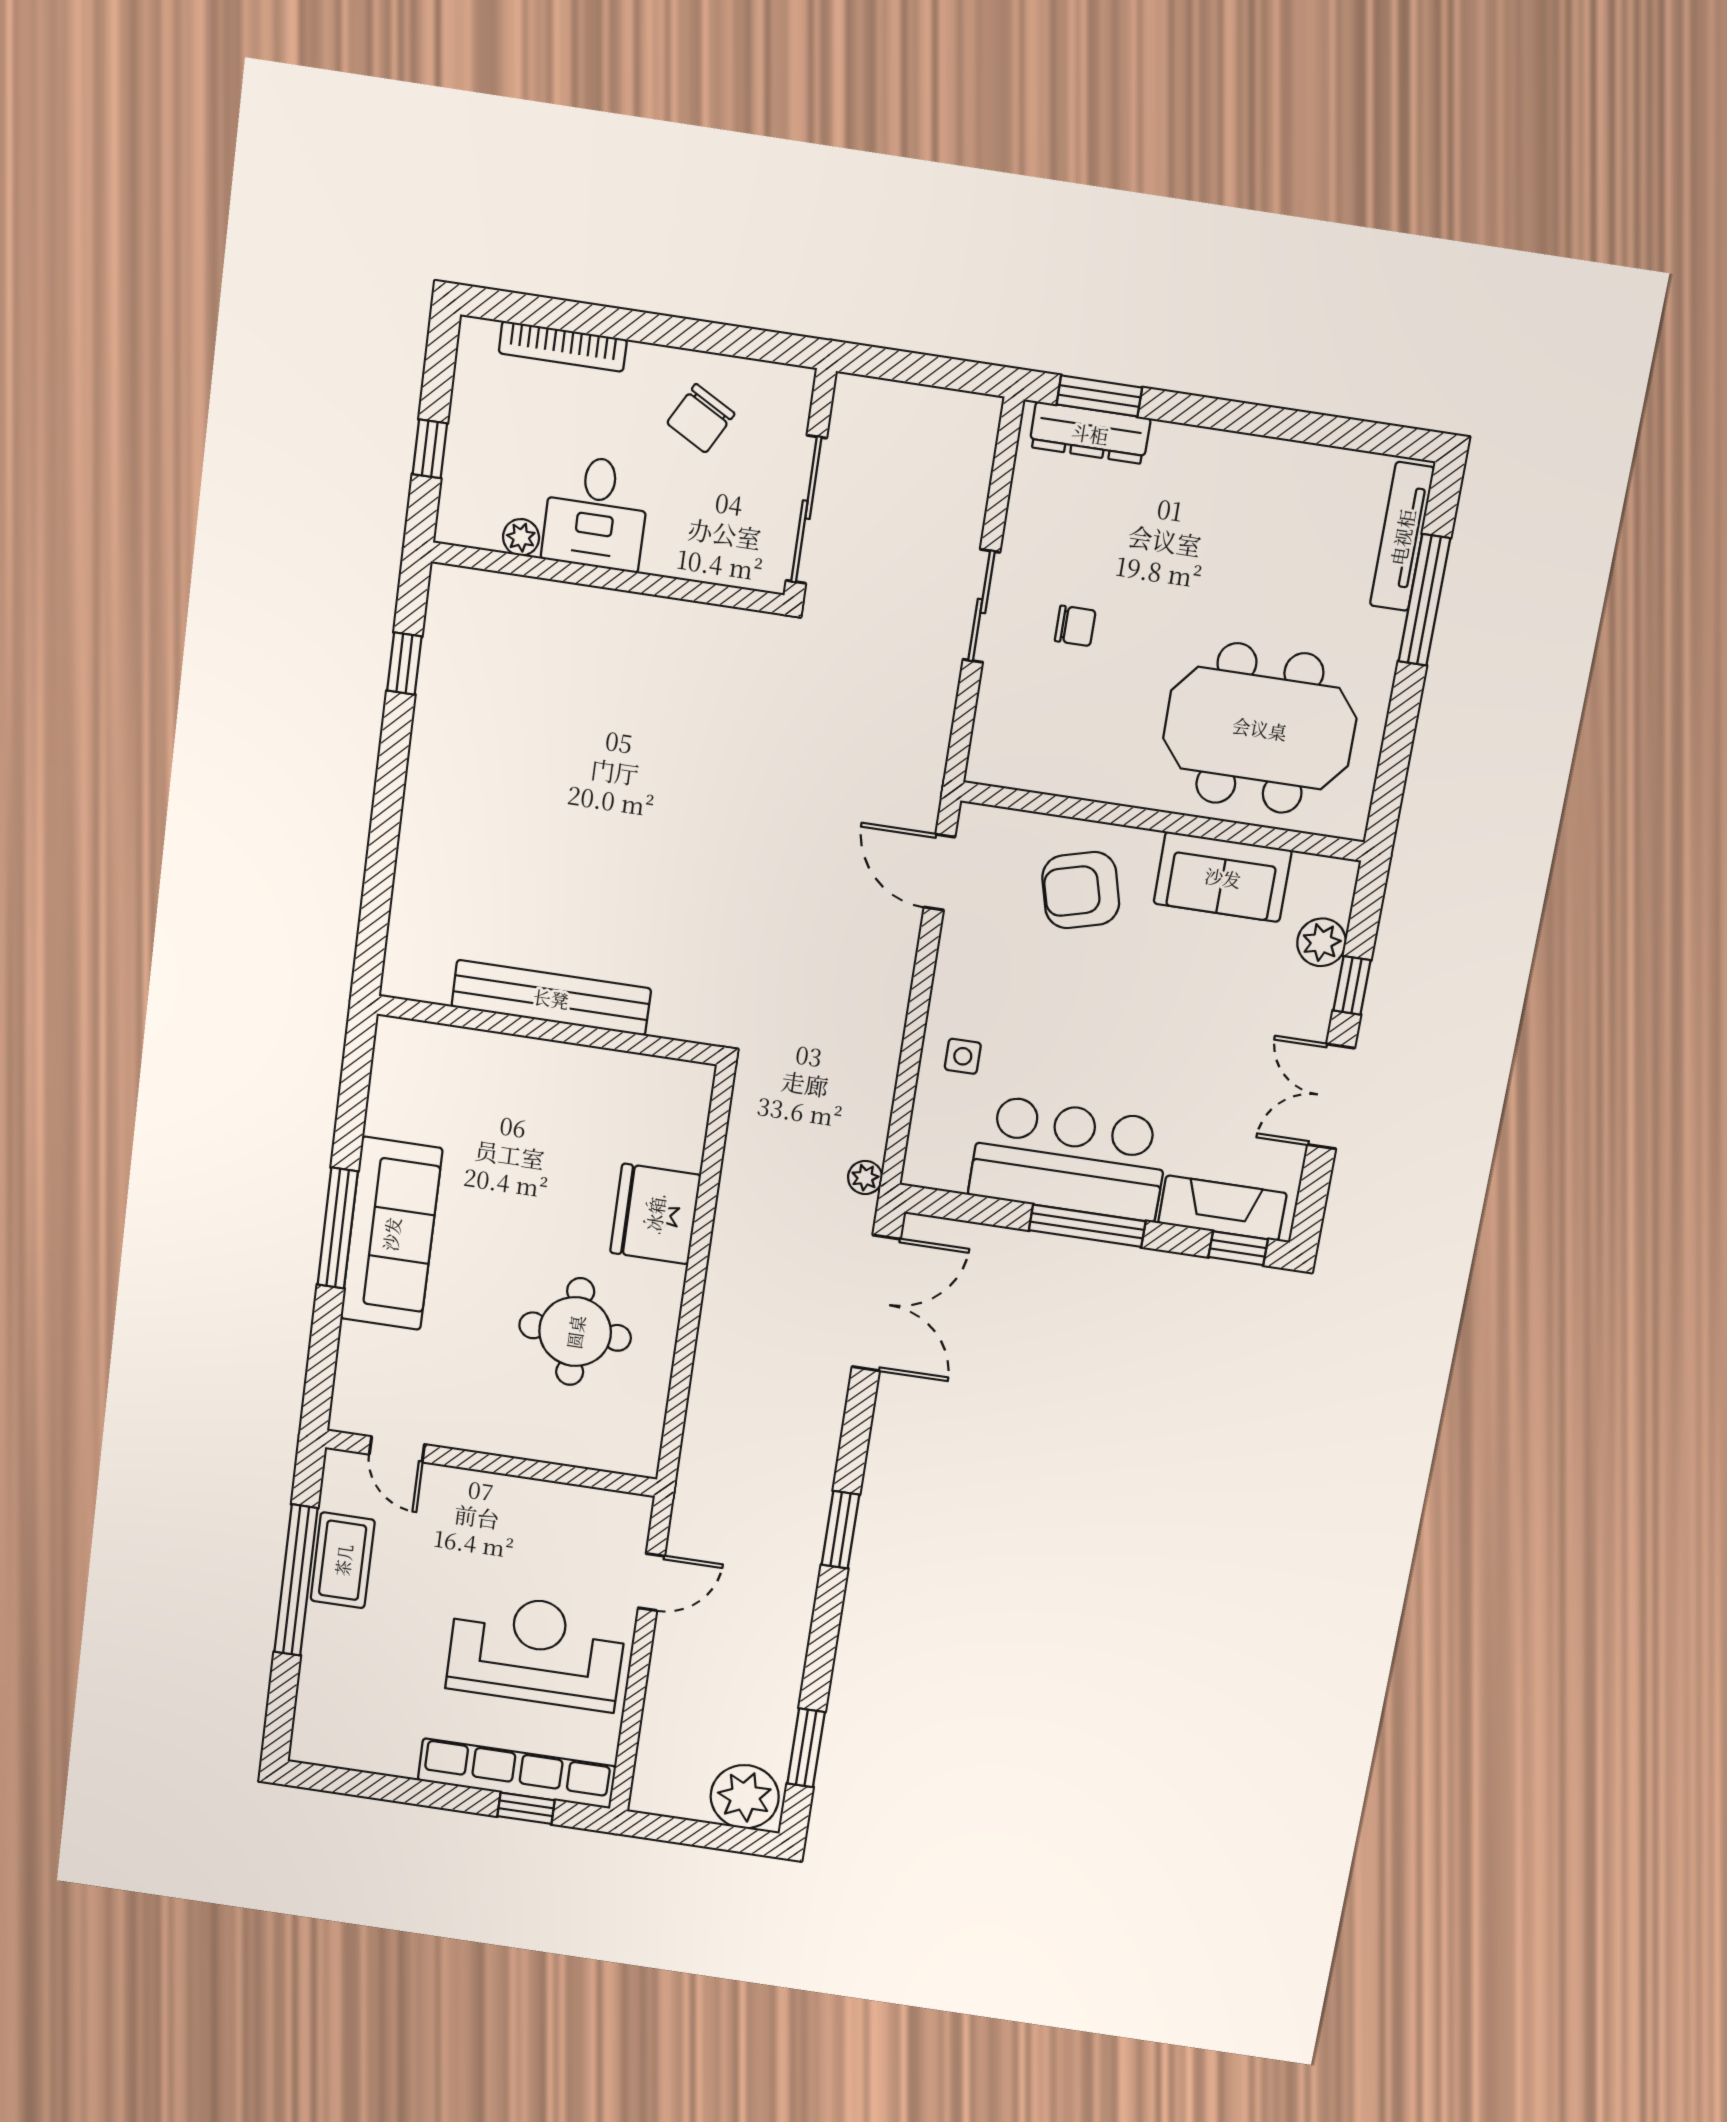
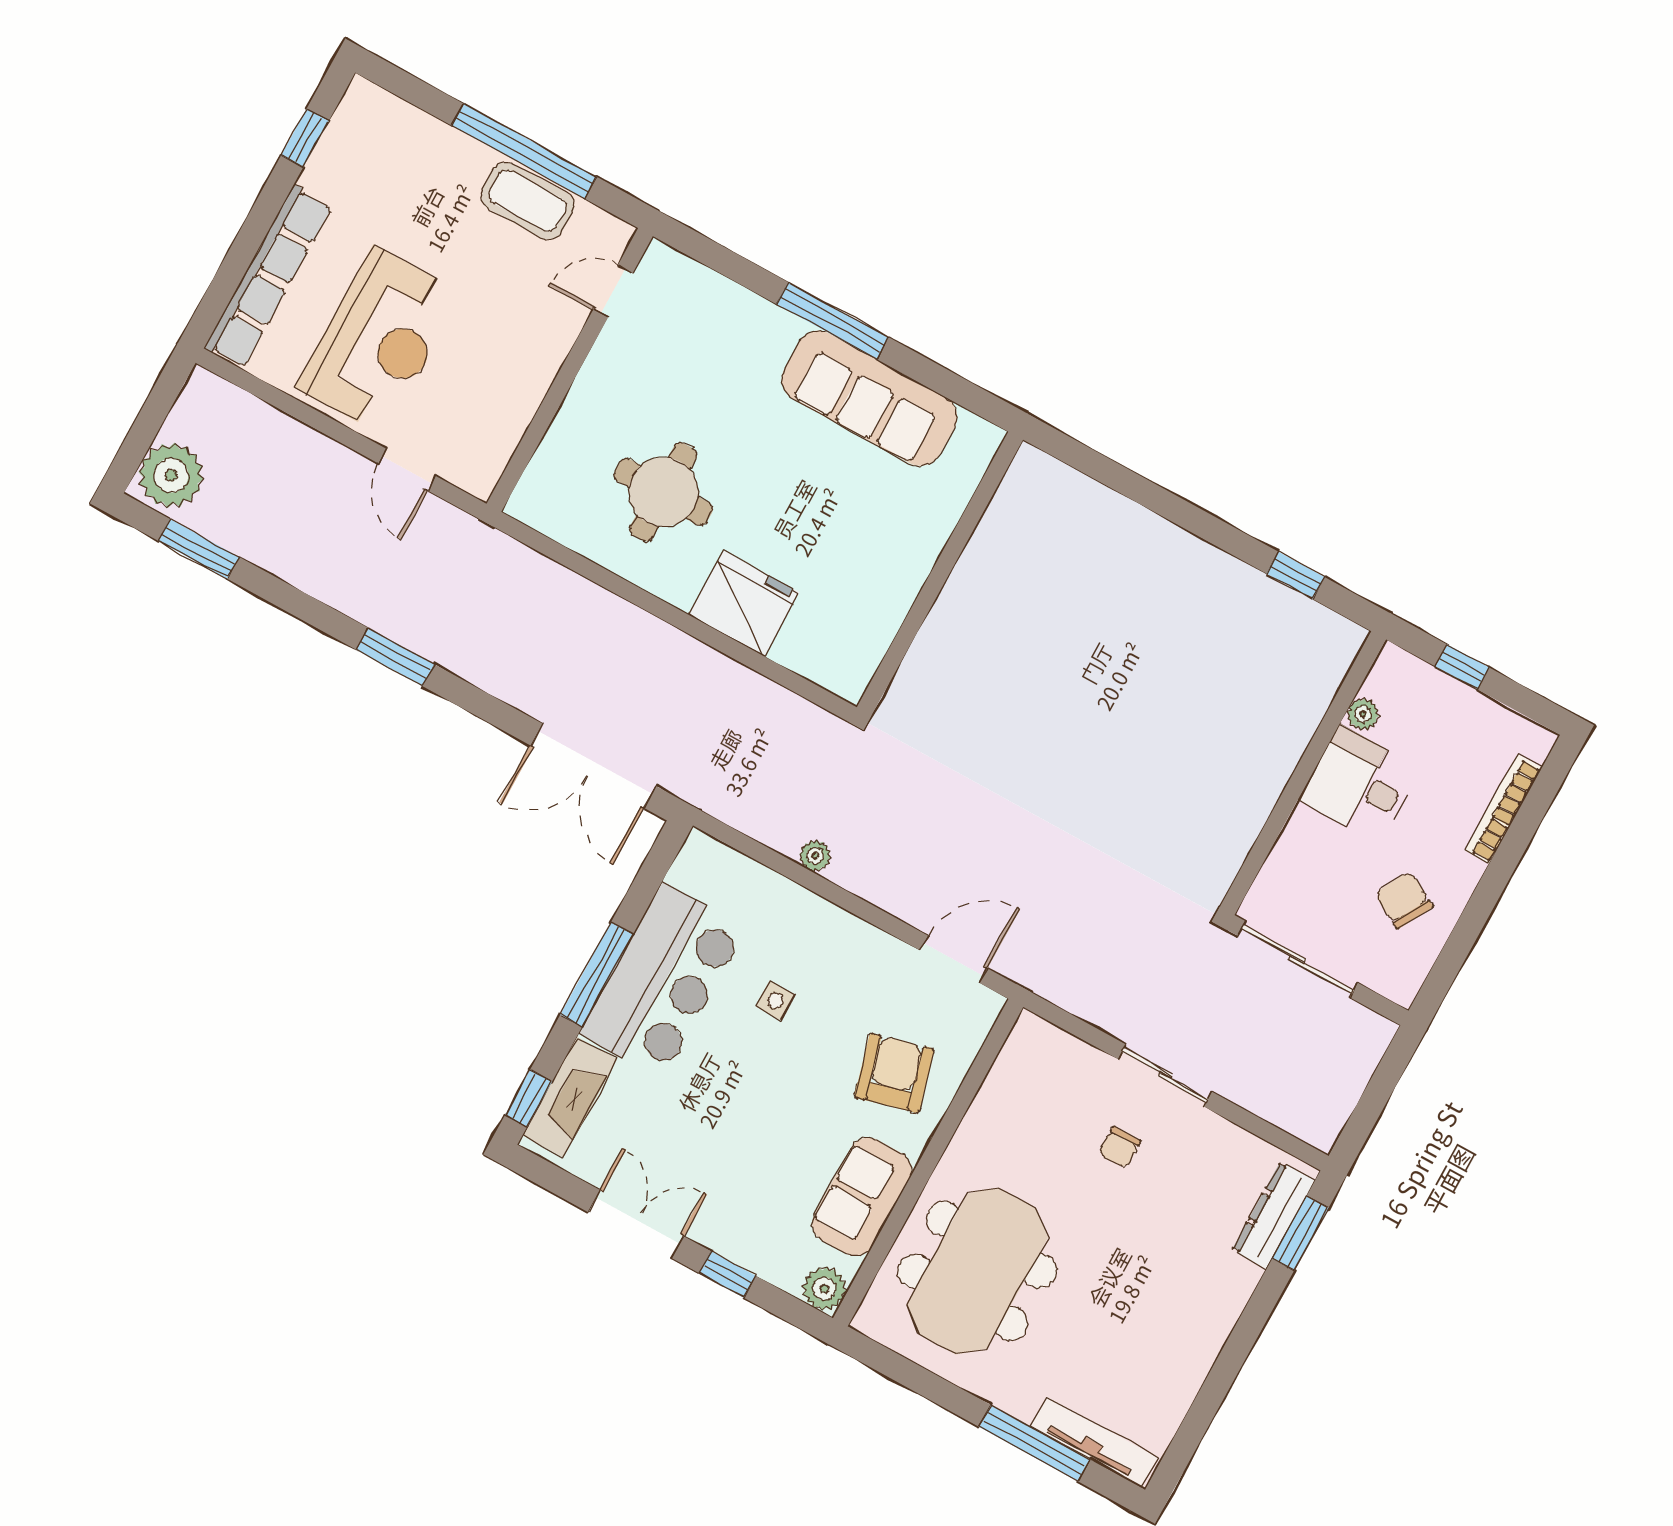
plant: (1322, 942) -> (824, 1289), moved
bench: (551, 998) -> (967, 587), removed
side table: (963, 1056) -> (775, 1000), moved
plant: (865, 1177) -> (815, 856), moved
sofa: (391, 1234) -> (869, 398), moved
window: (526, 1808) -> (305, 138), moved

